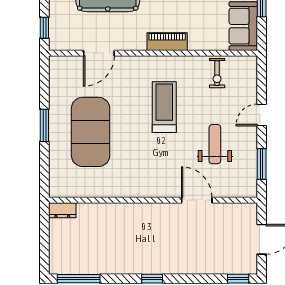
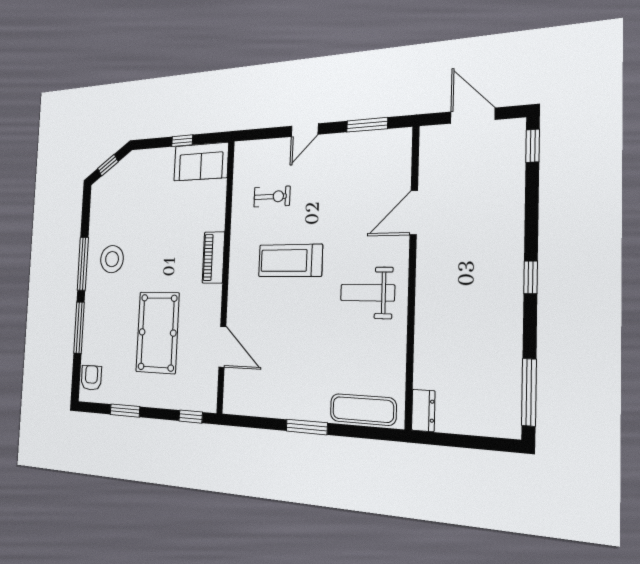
exercise bike: (217, 73) -> (272, 197), moved
door: (262, 115) -> (305, 130), hinge flipped
exercise mat: (91, 132) -> (363, 410), moved, width x0.50, depth x0.69
weight bench: (215, 144) -> (367, 293), moved

